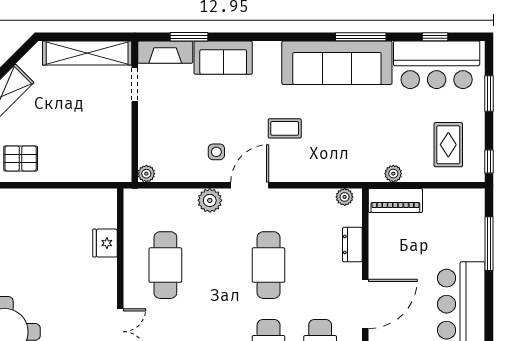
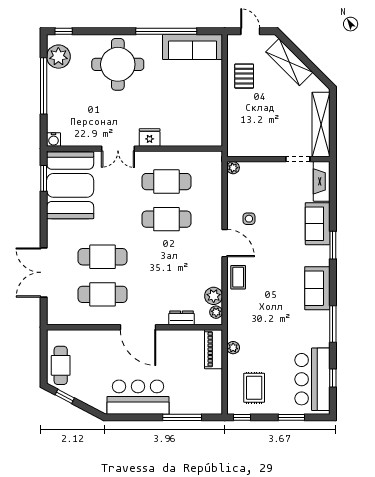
window: (189, 37) -> (333, 245), moved
sofa: (337, 63) -> (317, 288), width x0.54, depth x0.79
coffee table: (285, 128) -> (238, 277), moved
rug: (448, 145) -> (254, 388), turned 90
plant: (210, 200) -> (214, 296), moved
fridge: (105, 243) -> (150, 137), moved
cafe table: (269, 265) -> (166, 219), moved

